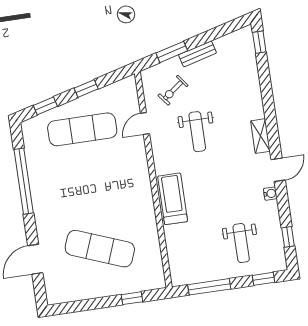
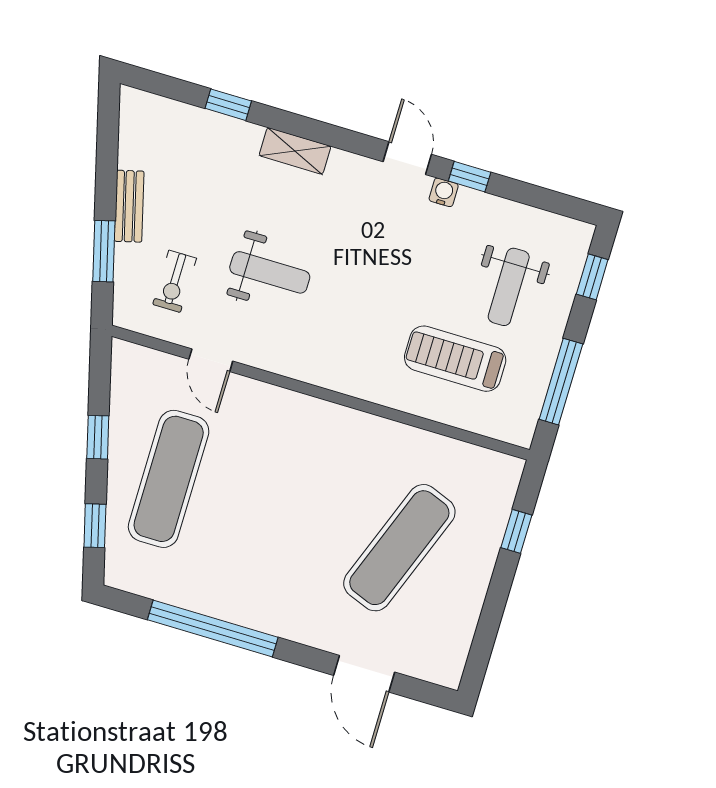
window: (259, 42) -> (228, 105), moved
exercise bike: (173, 90) -> (175, 281), turned 37
shelving: (260, 136) -> (295, 151), moved
treadmill: (173, 199) -> (455, 359), moved
window: (288, 237) -> (470, 177), moved
weight bench: (241, 243) -> (509, 287), turned 90

